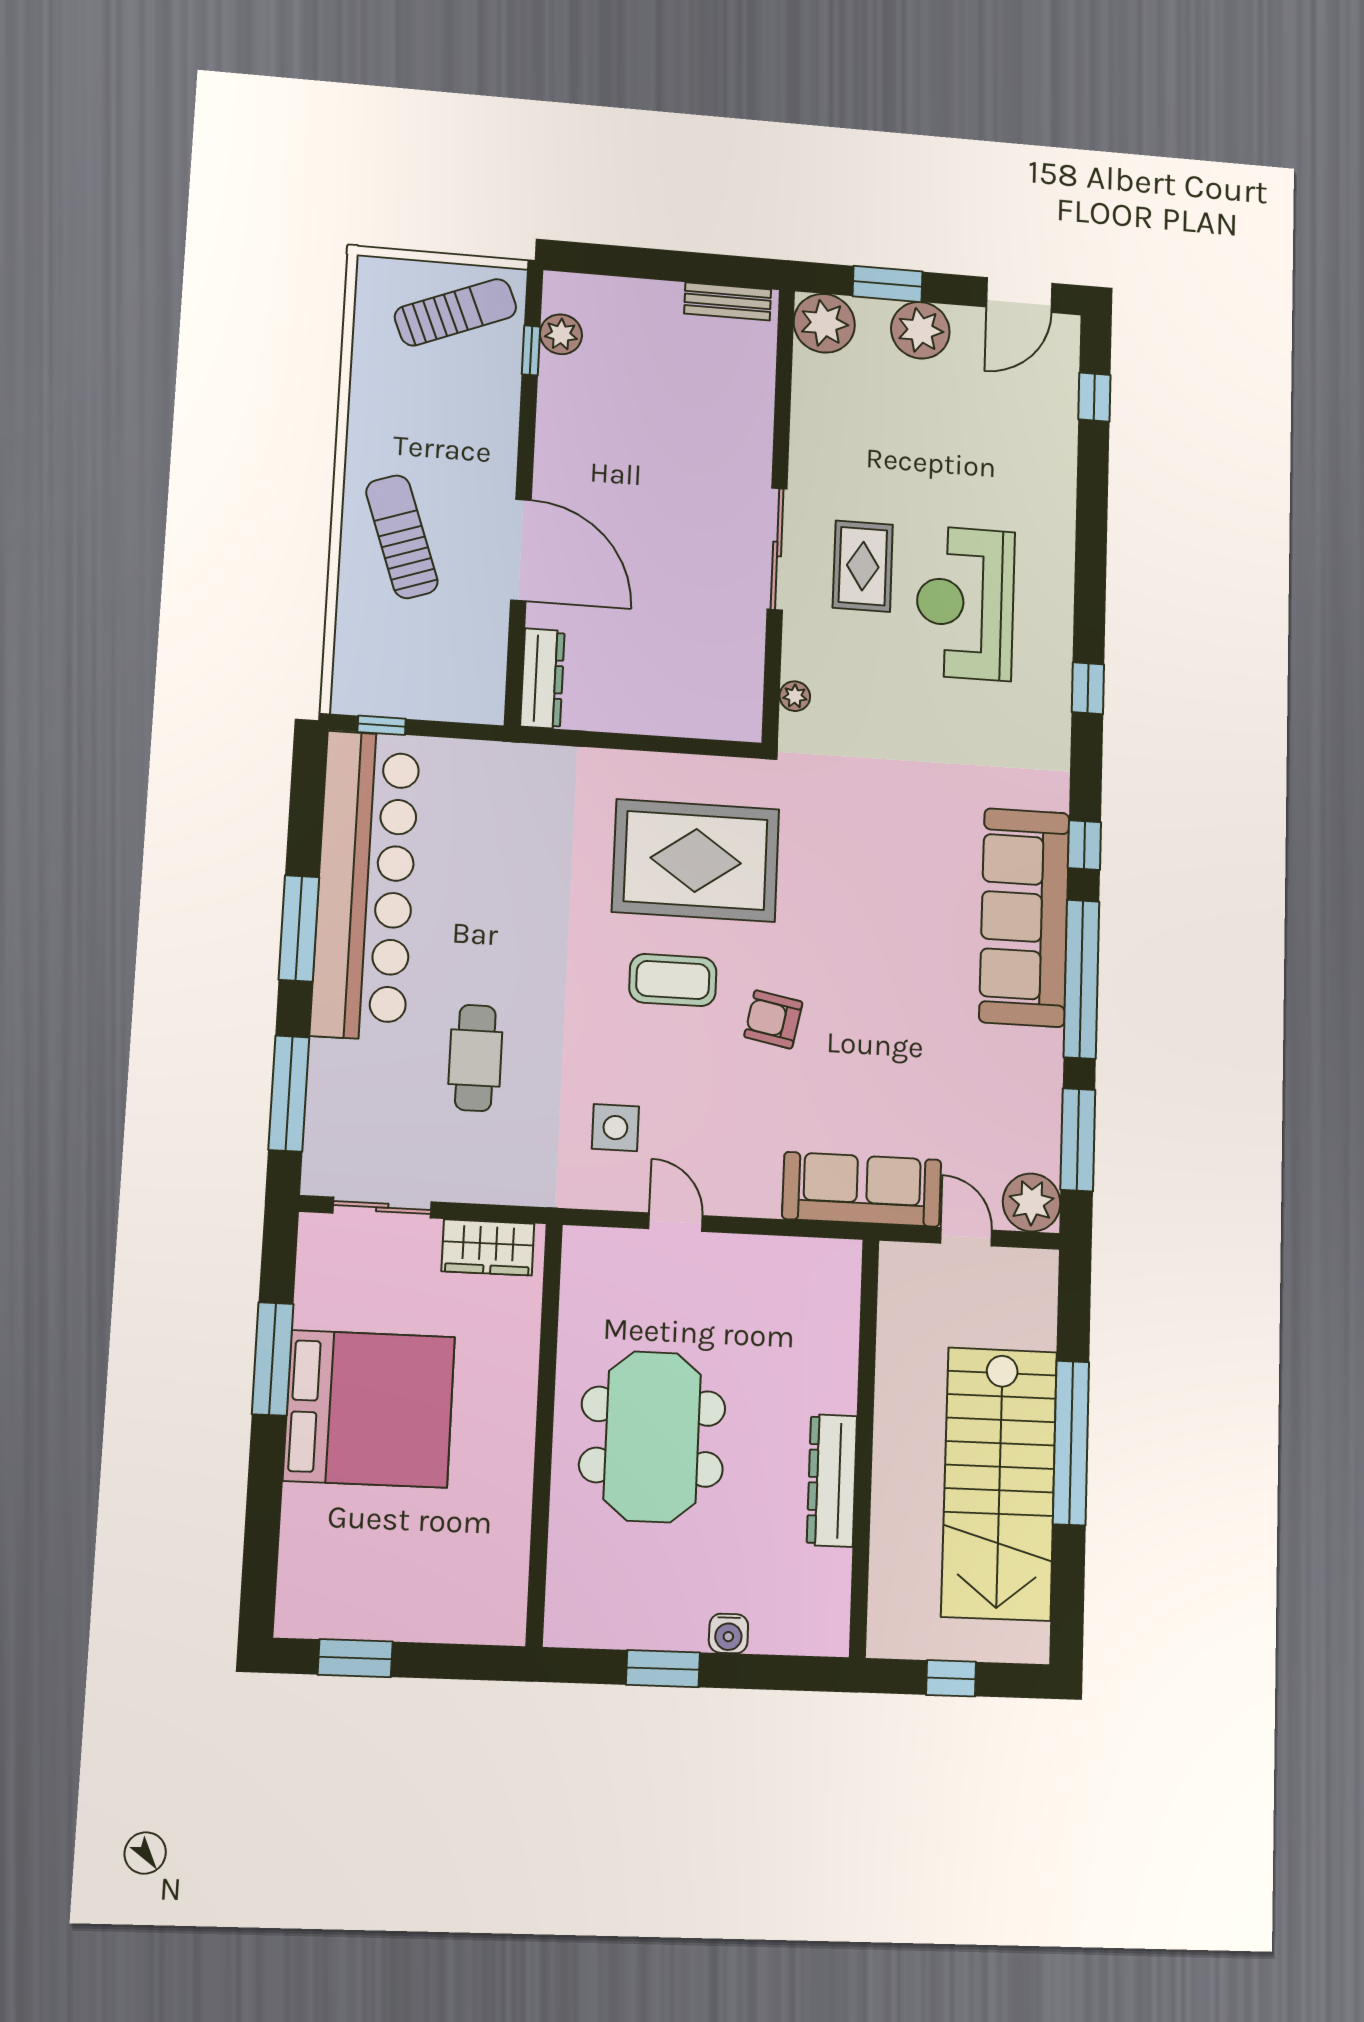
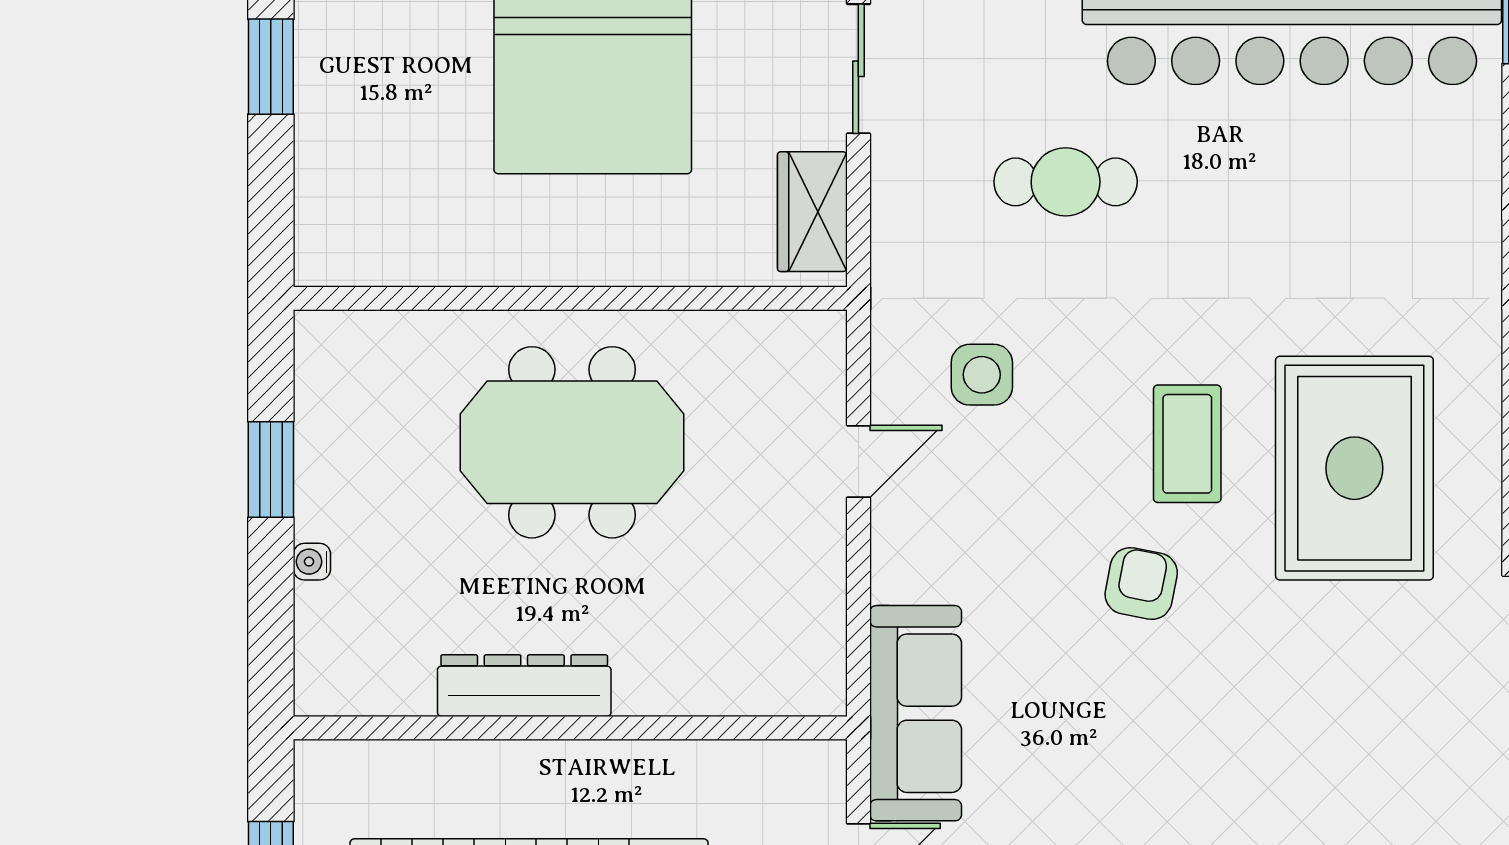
water cooler: (728, 1633) -> (312, 562), width x0.72, depth x0.72

